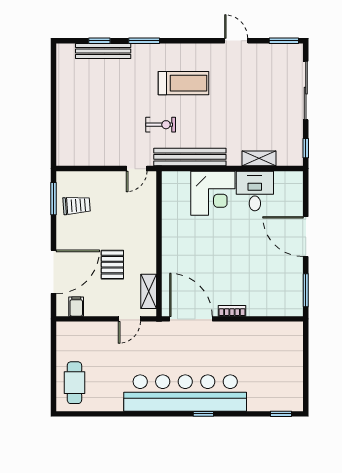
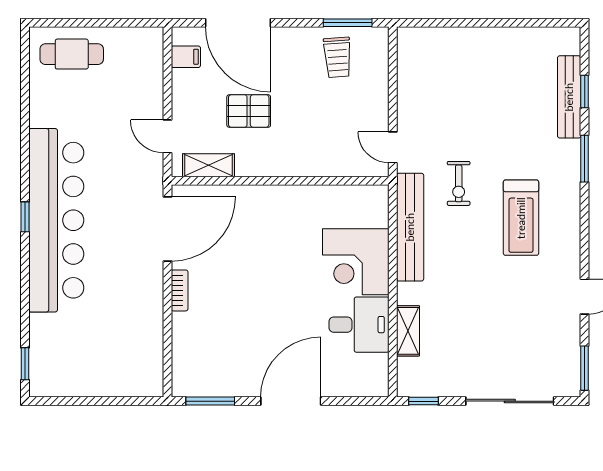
window: (203, 414) -> (25, 217), moved

